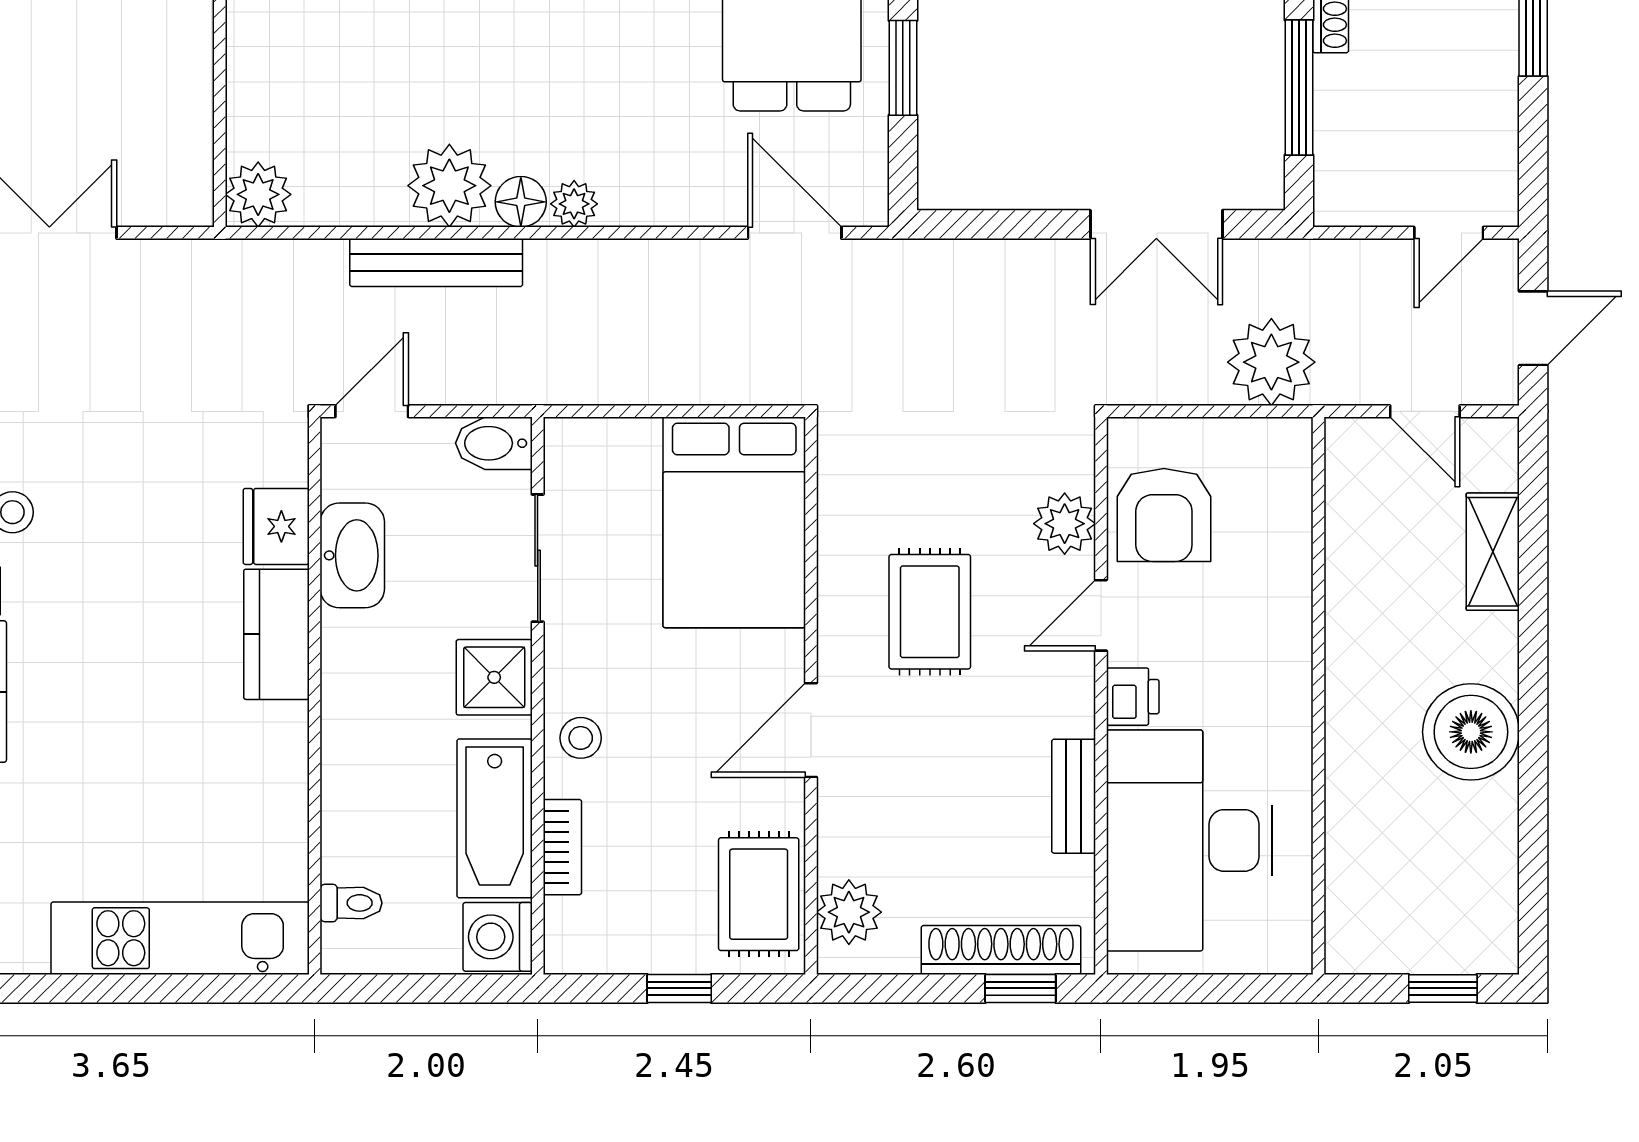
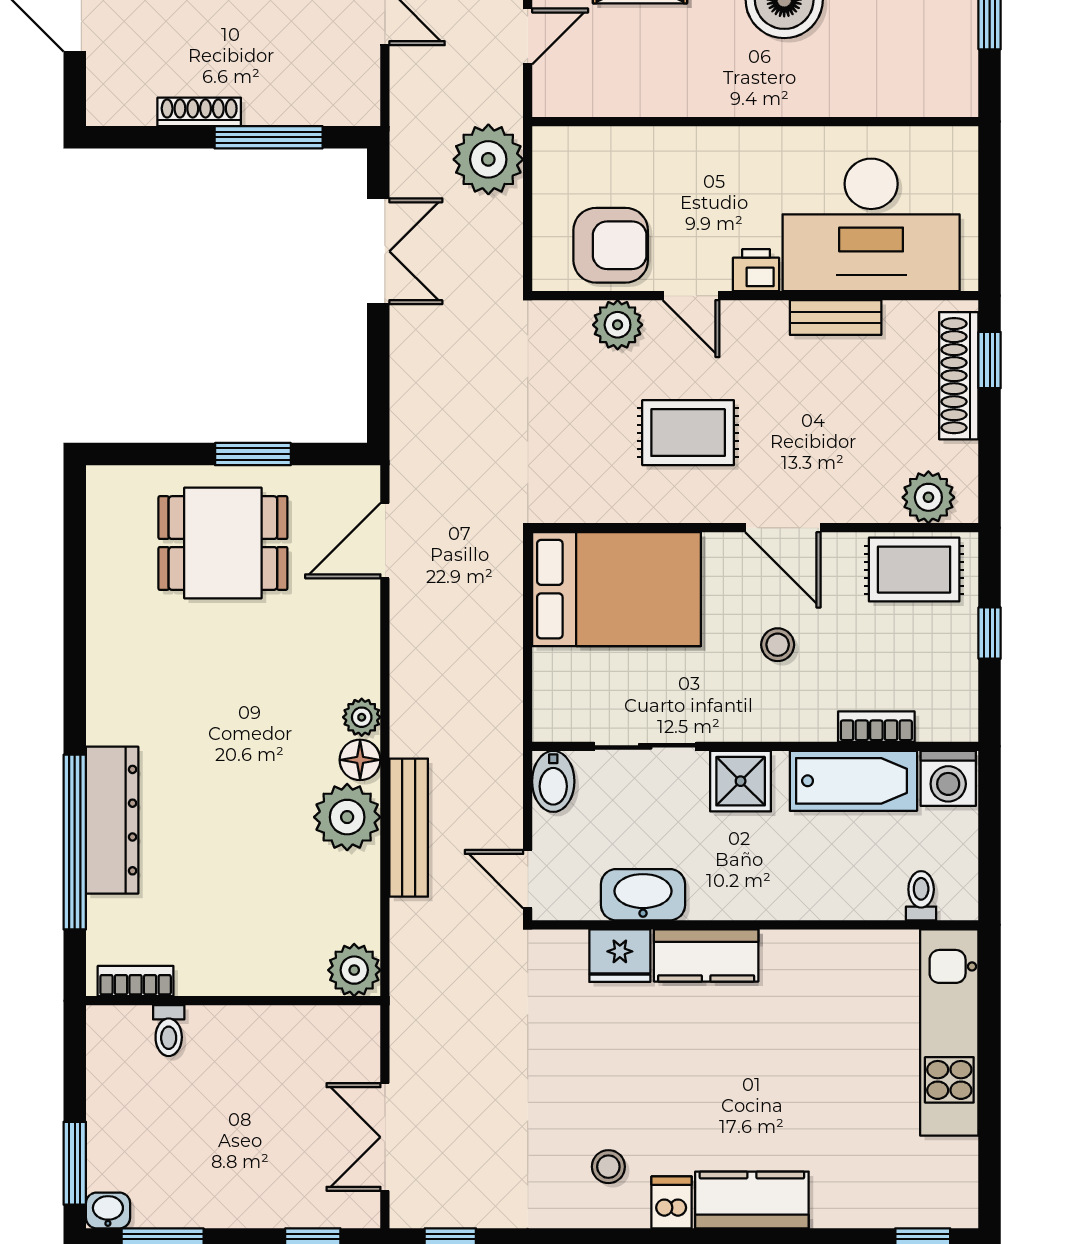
stool: (581, 738) -> (778, 645), moved

